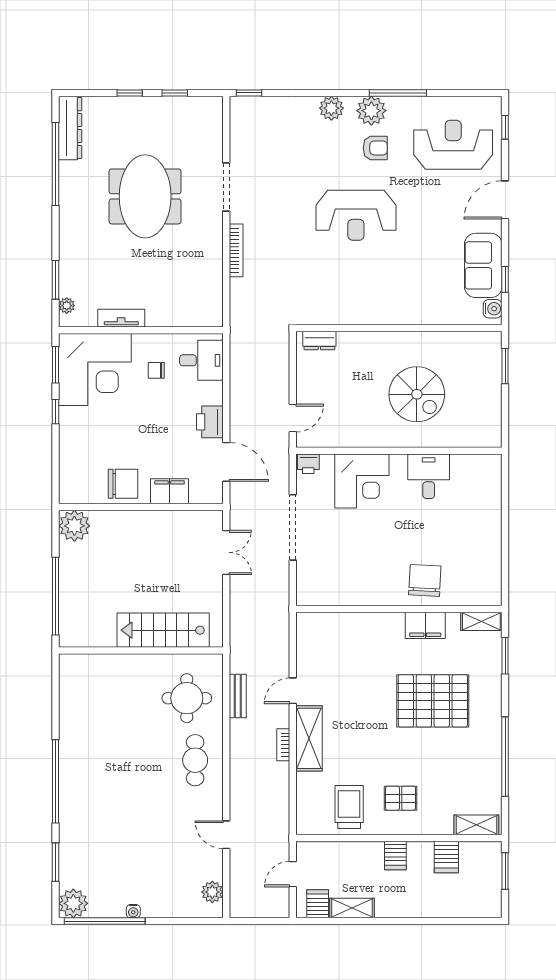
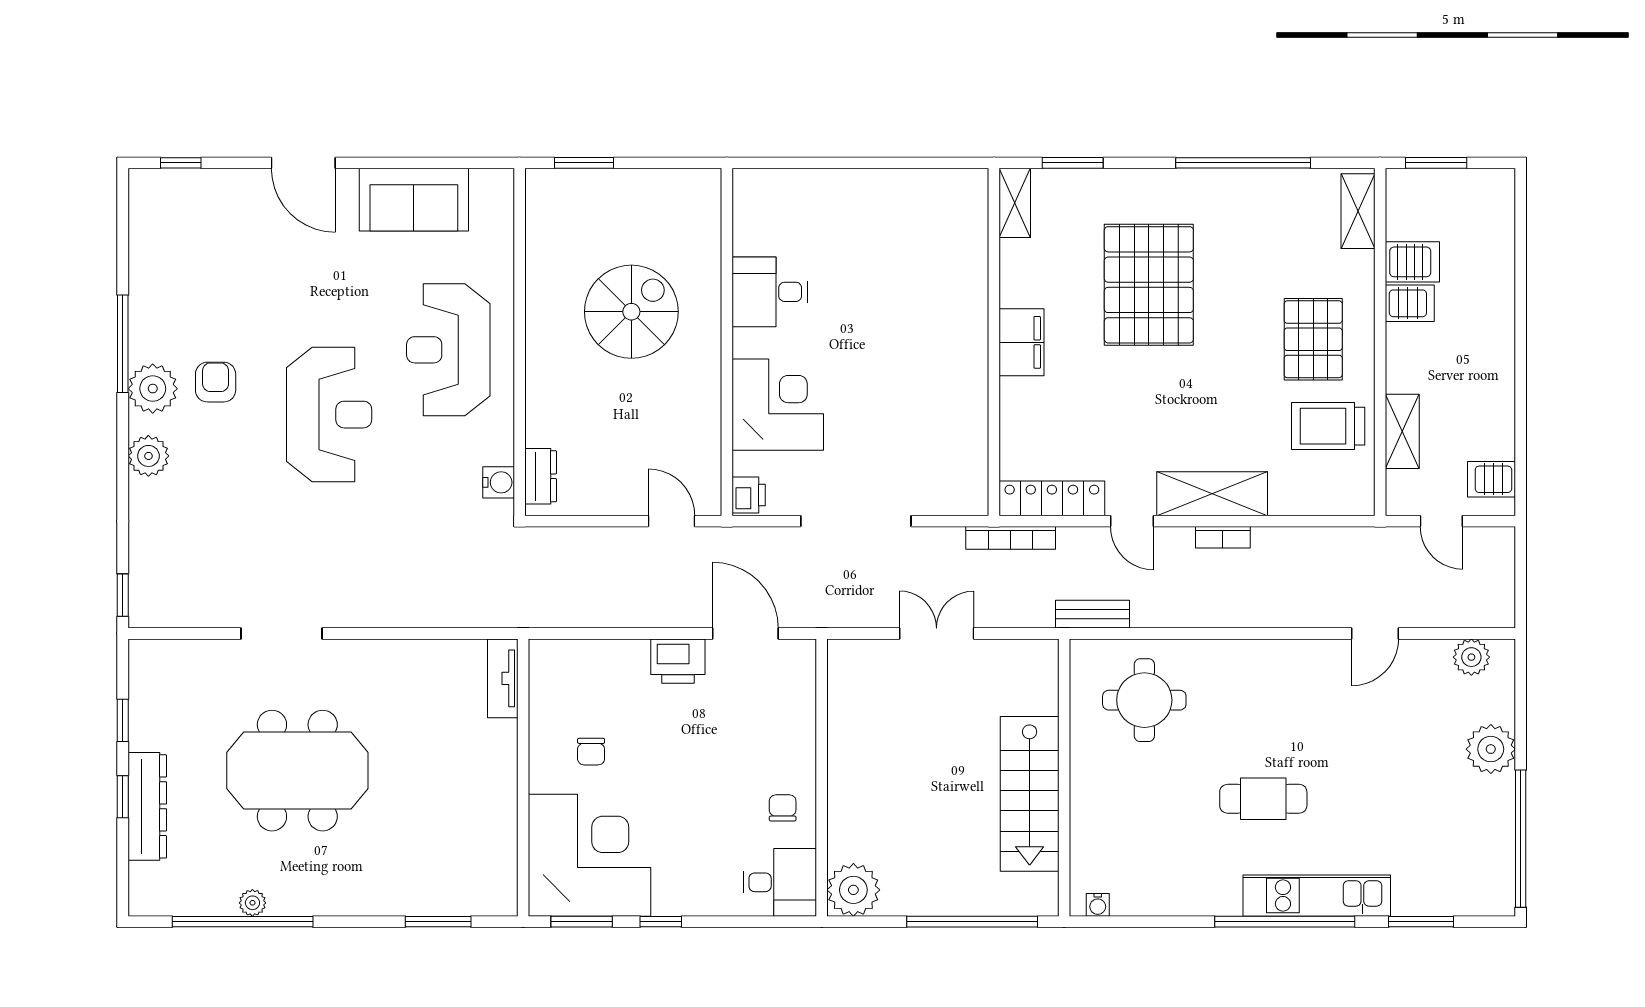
dresser: (70, 128) -> (147, 806), moved, turned 90
reception desk: (453, 145) -> (448, 350), moved
bookcase: (236, 250) -> (1011, 538), moved, turned 180
window: (505, 279) -> (437, 163), removed
plant: (67, 306) -> (252, 903), moved
water cooler: (493, 309) -> (499, 482), moved, turned 90
tv unit: (121, 318) -> (503, 678), moved
desk: (201, 360) -> (780, 882), moved, turned 90
door: (226, 462) -> (745, 634), hinge flipped
chair: (123, 484) -> (783, 808), width x0.54, depth x0.54
filing cabinet: (170, 491) -> (795, 729), removed
double door: (226, 552) -> (937, 634), moved
chair: (425, 580) -> (946, 298), removed
filing cabinet: (425, 625) -> (1021, 342), moved
stairs: (163, 630) -> (1030, 794), moved
locker: (306, 643) -> (1052, 498), added
bench: (238, 696) -> (1092, 614), moved
cafe table: (195, 760) -> (1263, 799), moved
pallet: (401, 798) -> (1313, 339), width x1.50, depth x1.42
kitchen unit: (71, 800) -> (1317, 896), added
server rack: (395, 855) -> (1410, 303), moved
plant: (73, 903) -> (1491, 749), moved
shelving: (352, 908) -> (1402, 431), moved
water cooler: (133, 911) -> (1098, 905), moved, turned 90

